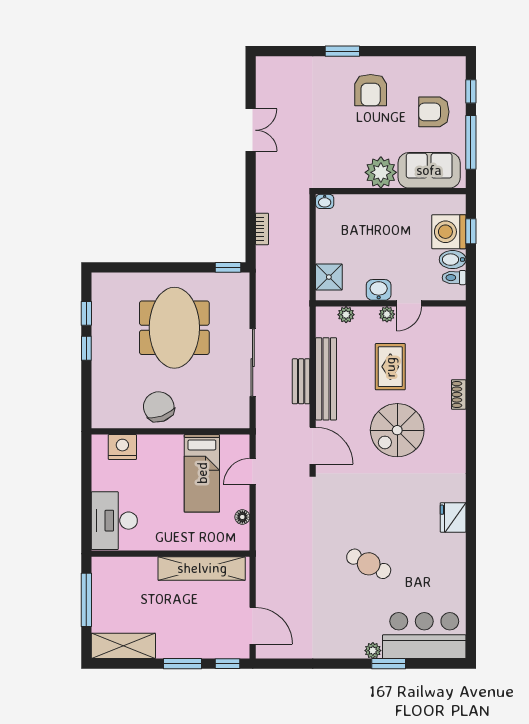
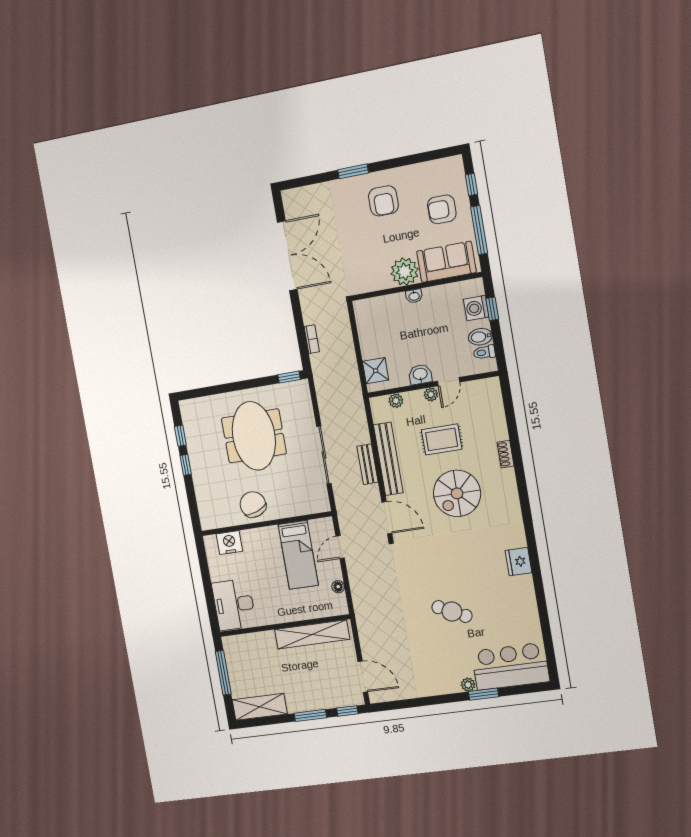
double door: (251, 130) -> (287, 256), width x1.87
washbasin: (325, 201) -> (414, 296), moved
washing machine: (449, 232) -> (476, 308), width x0.73, depth x0.73
rug: (390, 367) -> (442, 439), turned 90

